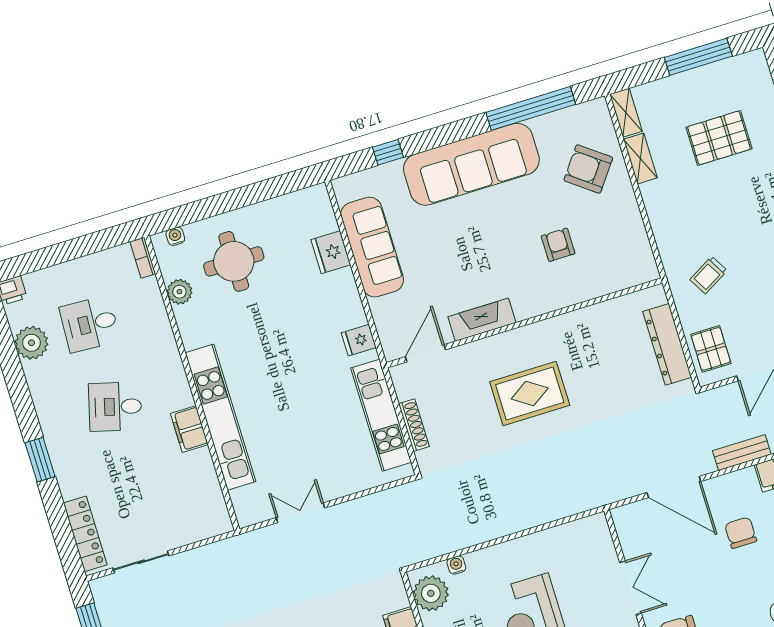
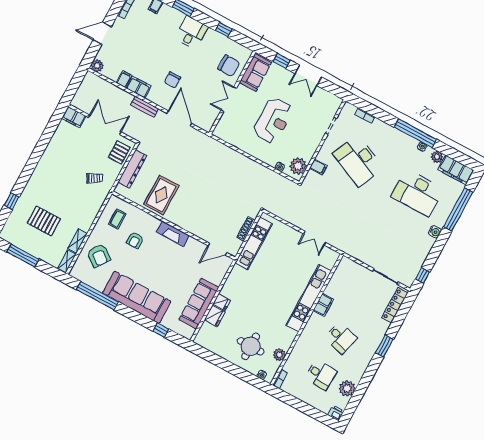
coffee table: (615, 249) -> (117, 219), added
fireplace: (482, 320) -> (173, 234), moved
fridge: (359, 340) -> (222, 302), moved
rug: (530, 393) -> (161, 195), moved, turned 90

